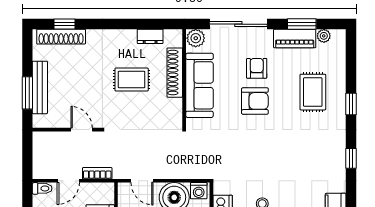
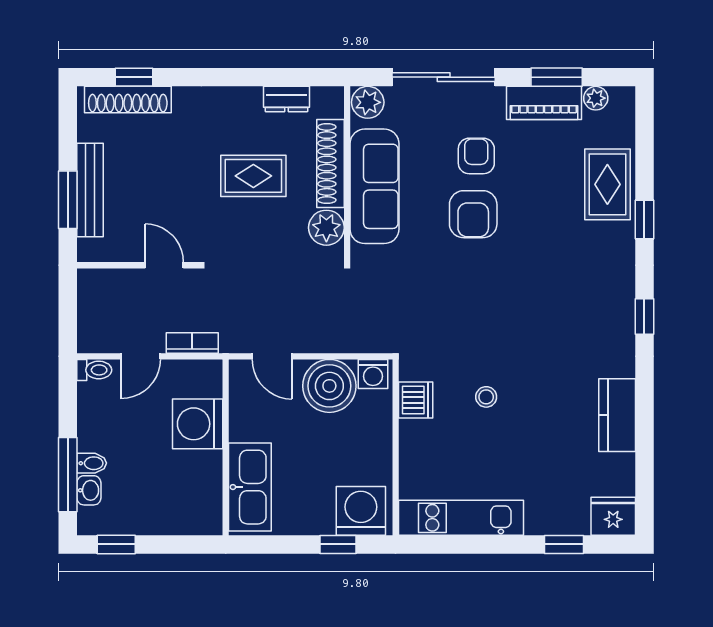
rug: (313, 92) -> (607, 184), moved
armchair: (255, 101) -> (473, 214), turned 90
plant: (173, 109) -> (326, 228), added

